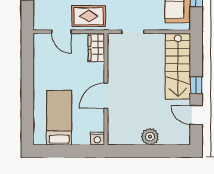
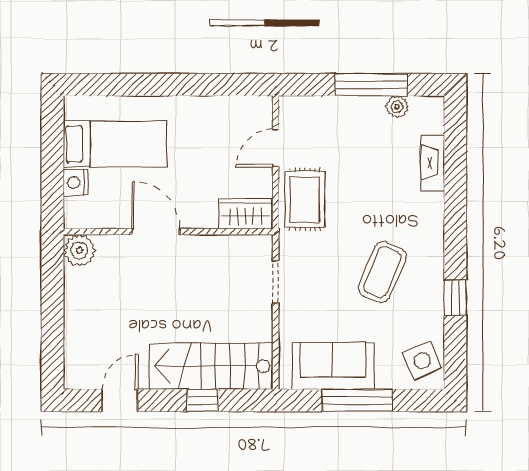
window: (196, 85) -> (203, 400), moved
plant: (150, 137) -> (79, 250), moved
nightstand: (97, 139) -> (76, 183), moved

